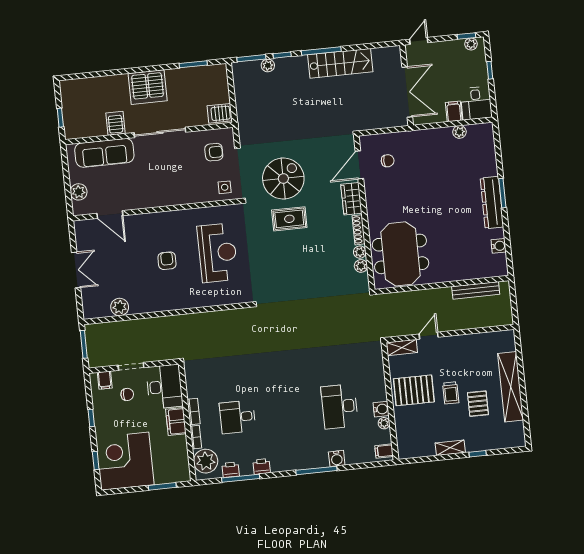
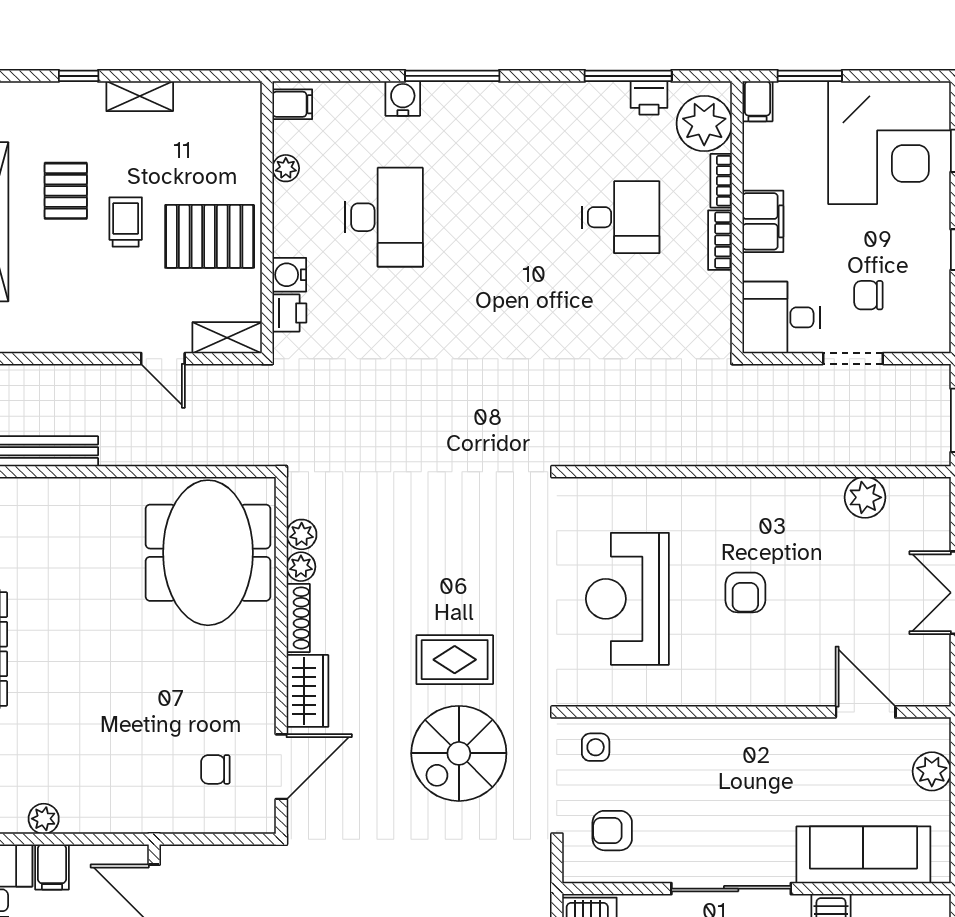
door: (429, 336) -> (163, 359), hinge flipped
filing cabinet: (105, 380) -> (758, 101), moved, turned 180
desk: (164, 387) -> (781, 317), width x0.73
water cooler: (381, 409) -> (289, 275), moved
printer: (262, 466) -> (289, 313), moved, turned -90

